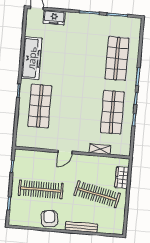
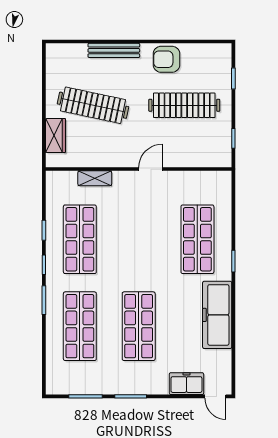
shop shelf: (81, 55) -> (139, 326), added
armchair: (49, 219) -> (166, 59), turned 97

